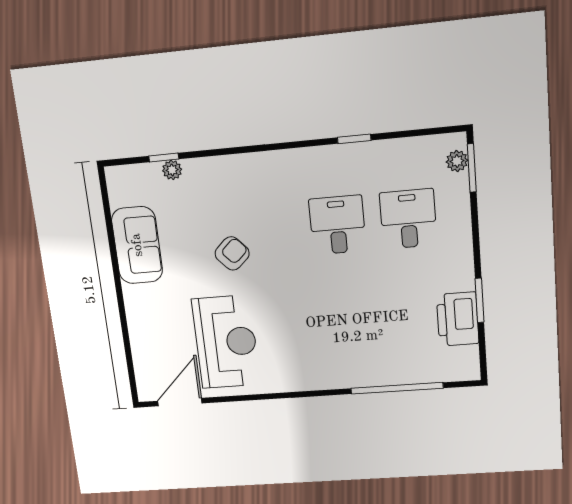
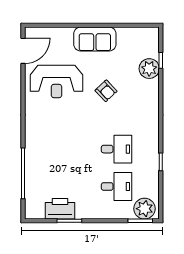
plant: (457, 161) -> (144, 209), width x1.88, depth x1.88
plant: (172, 170) -> (149, 69), width x1.87, depth x1.87
sofa: (137, 245) -> (95, 39), moved
door: (180, 402) -> (23, 51), hinge flipped

